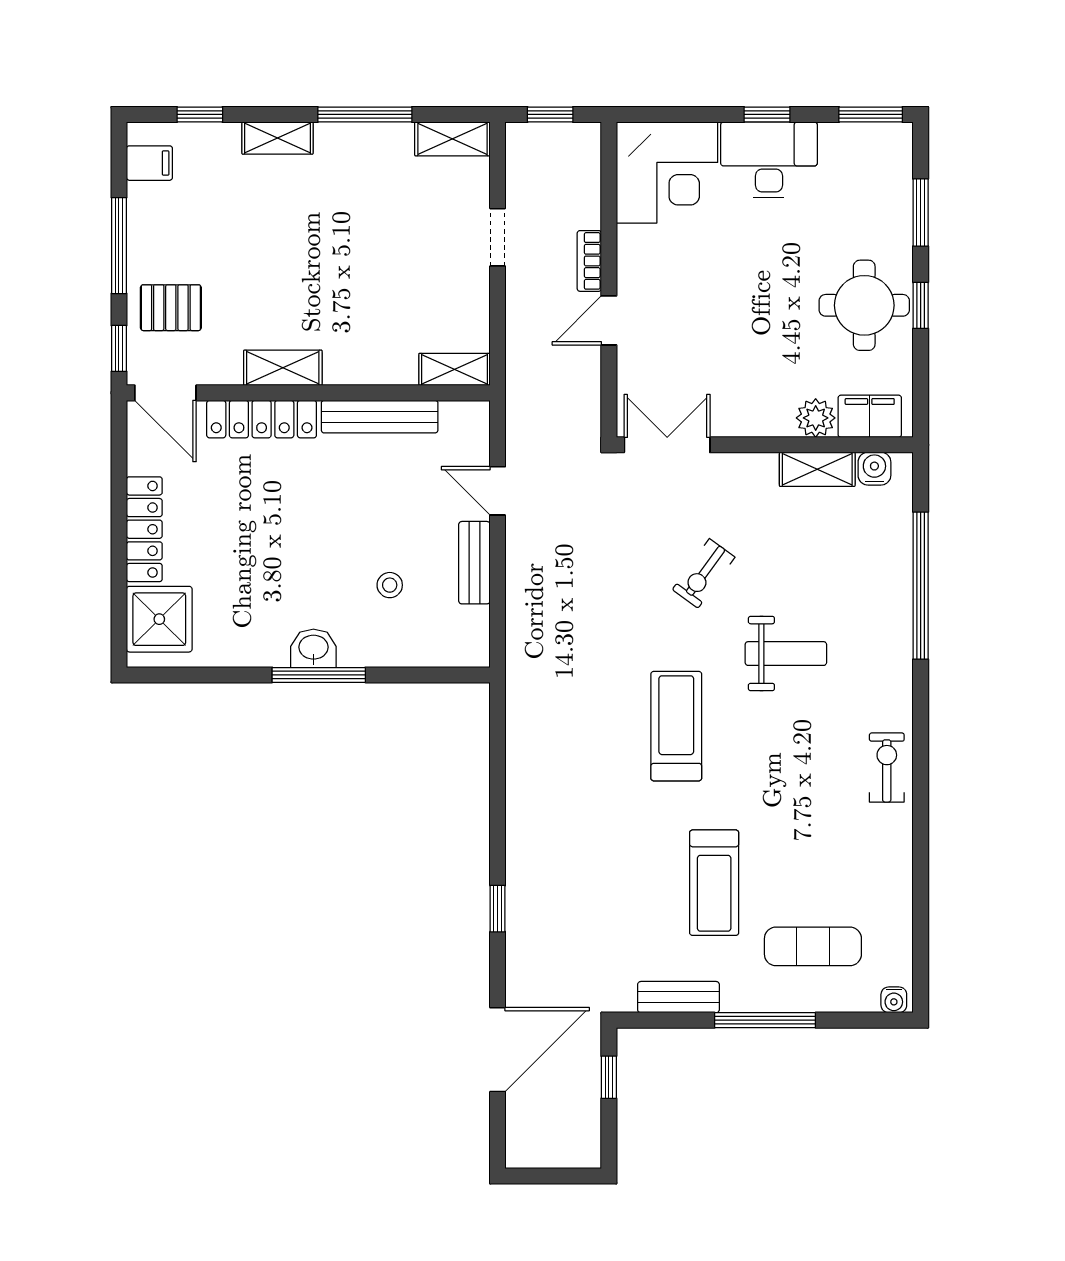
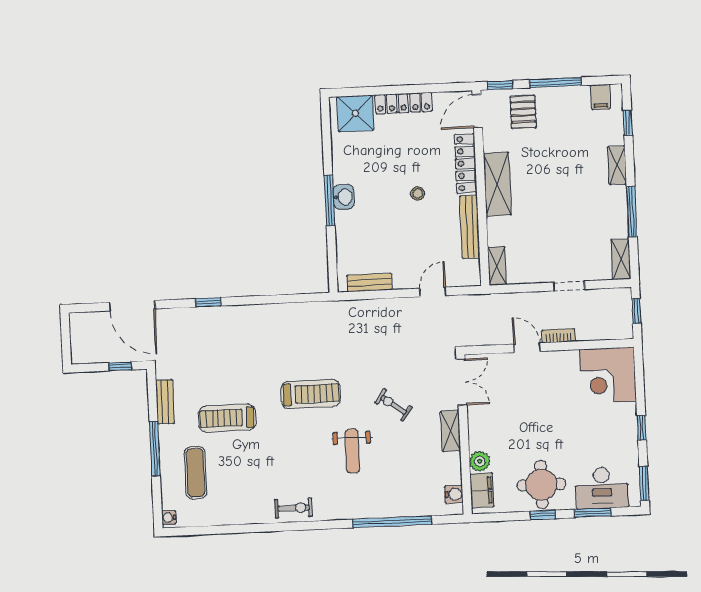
desk: (769, 160) -> (602, 488), moved, turned 90
shelving: (283, 368) -> (497, 184), width x1.50, depth x1.33
shelving: (817, 469) -> (451, 431), moved
bench: (474, 563) -> (369, 282), moved
stool: (390, 585) -> (418, 193), moved

